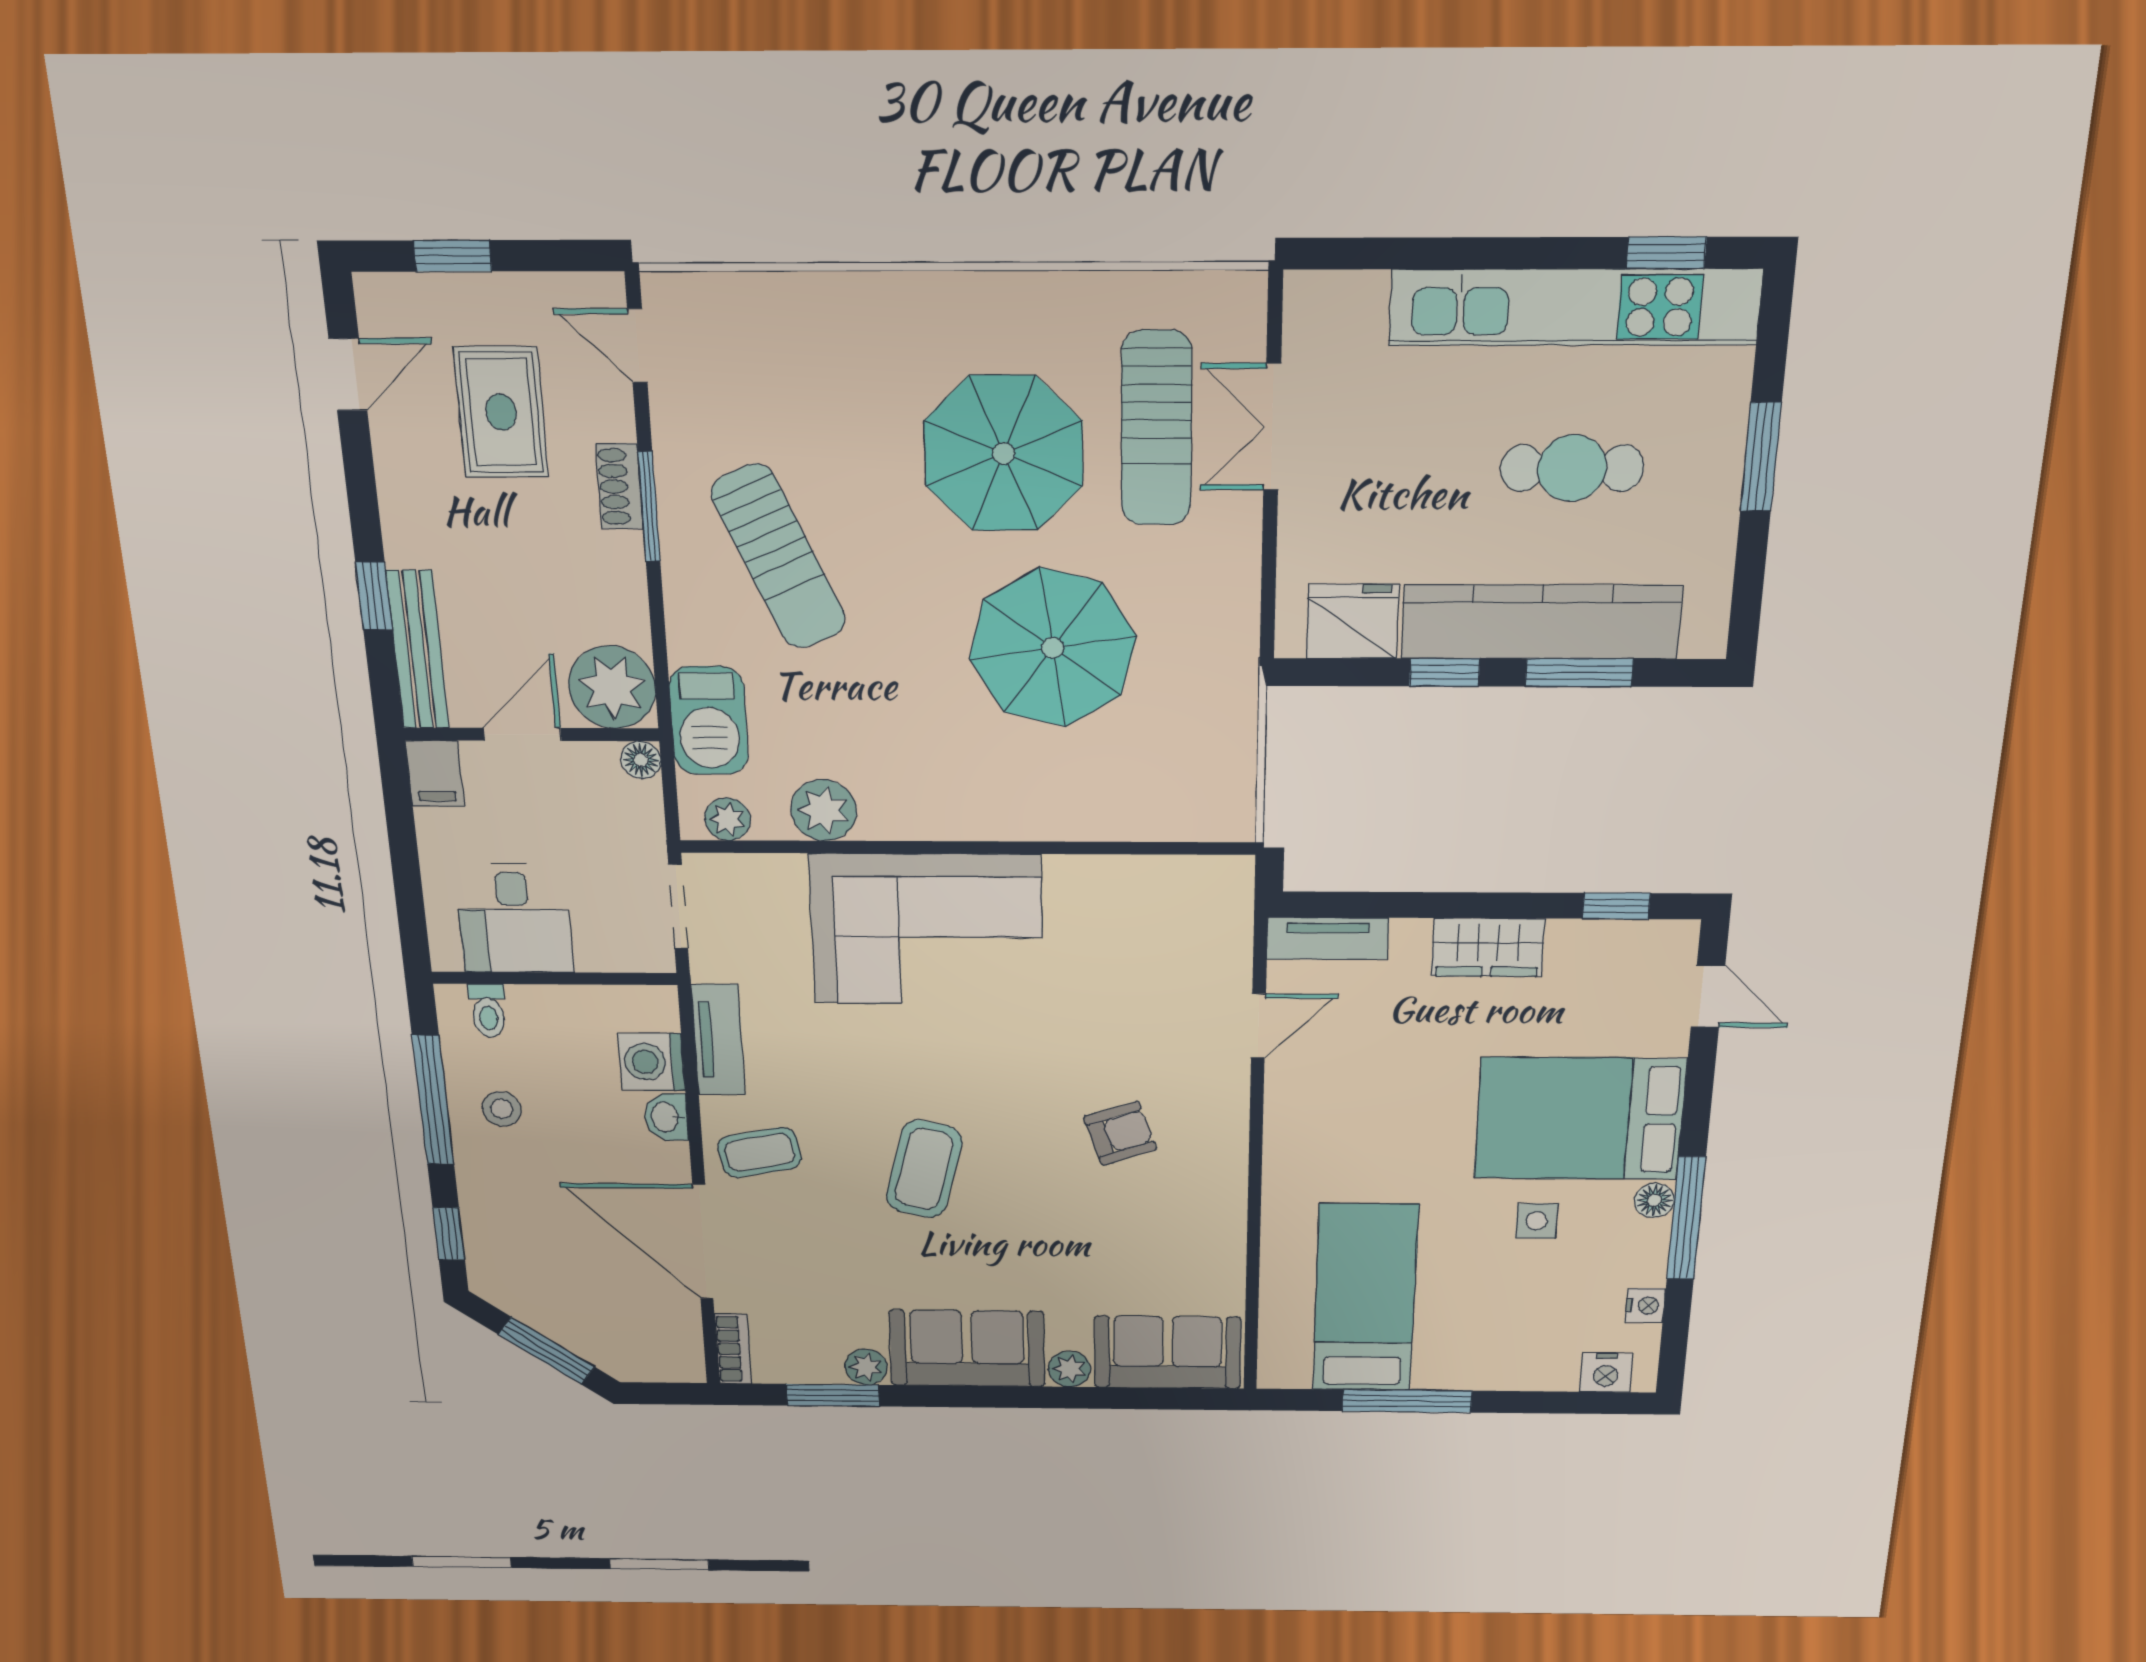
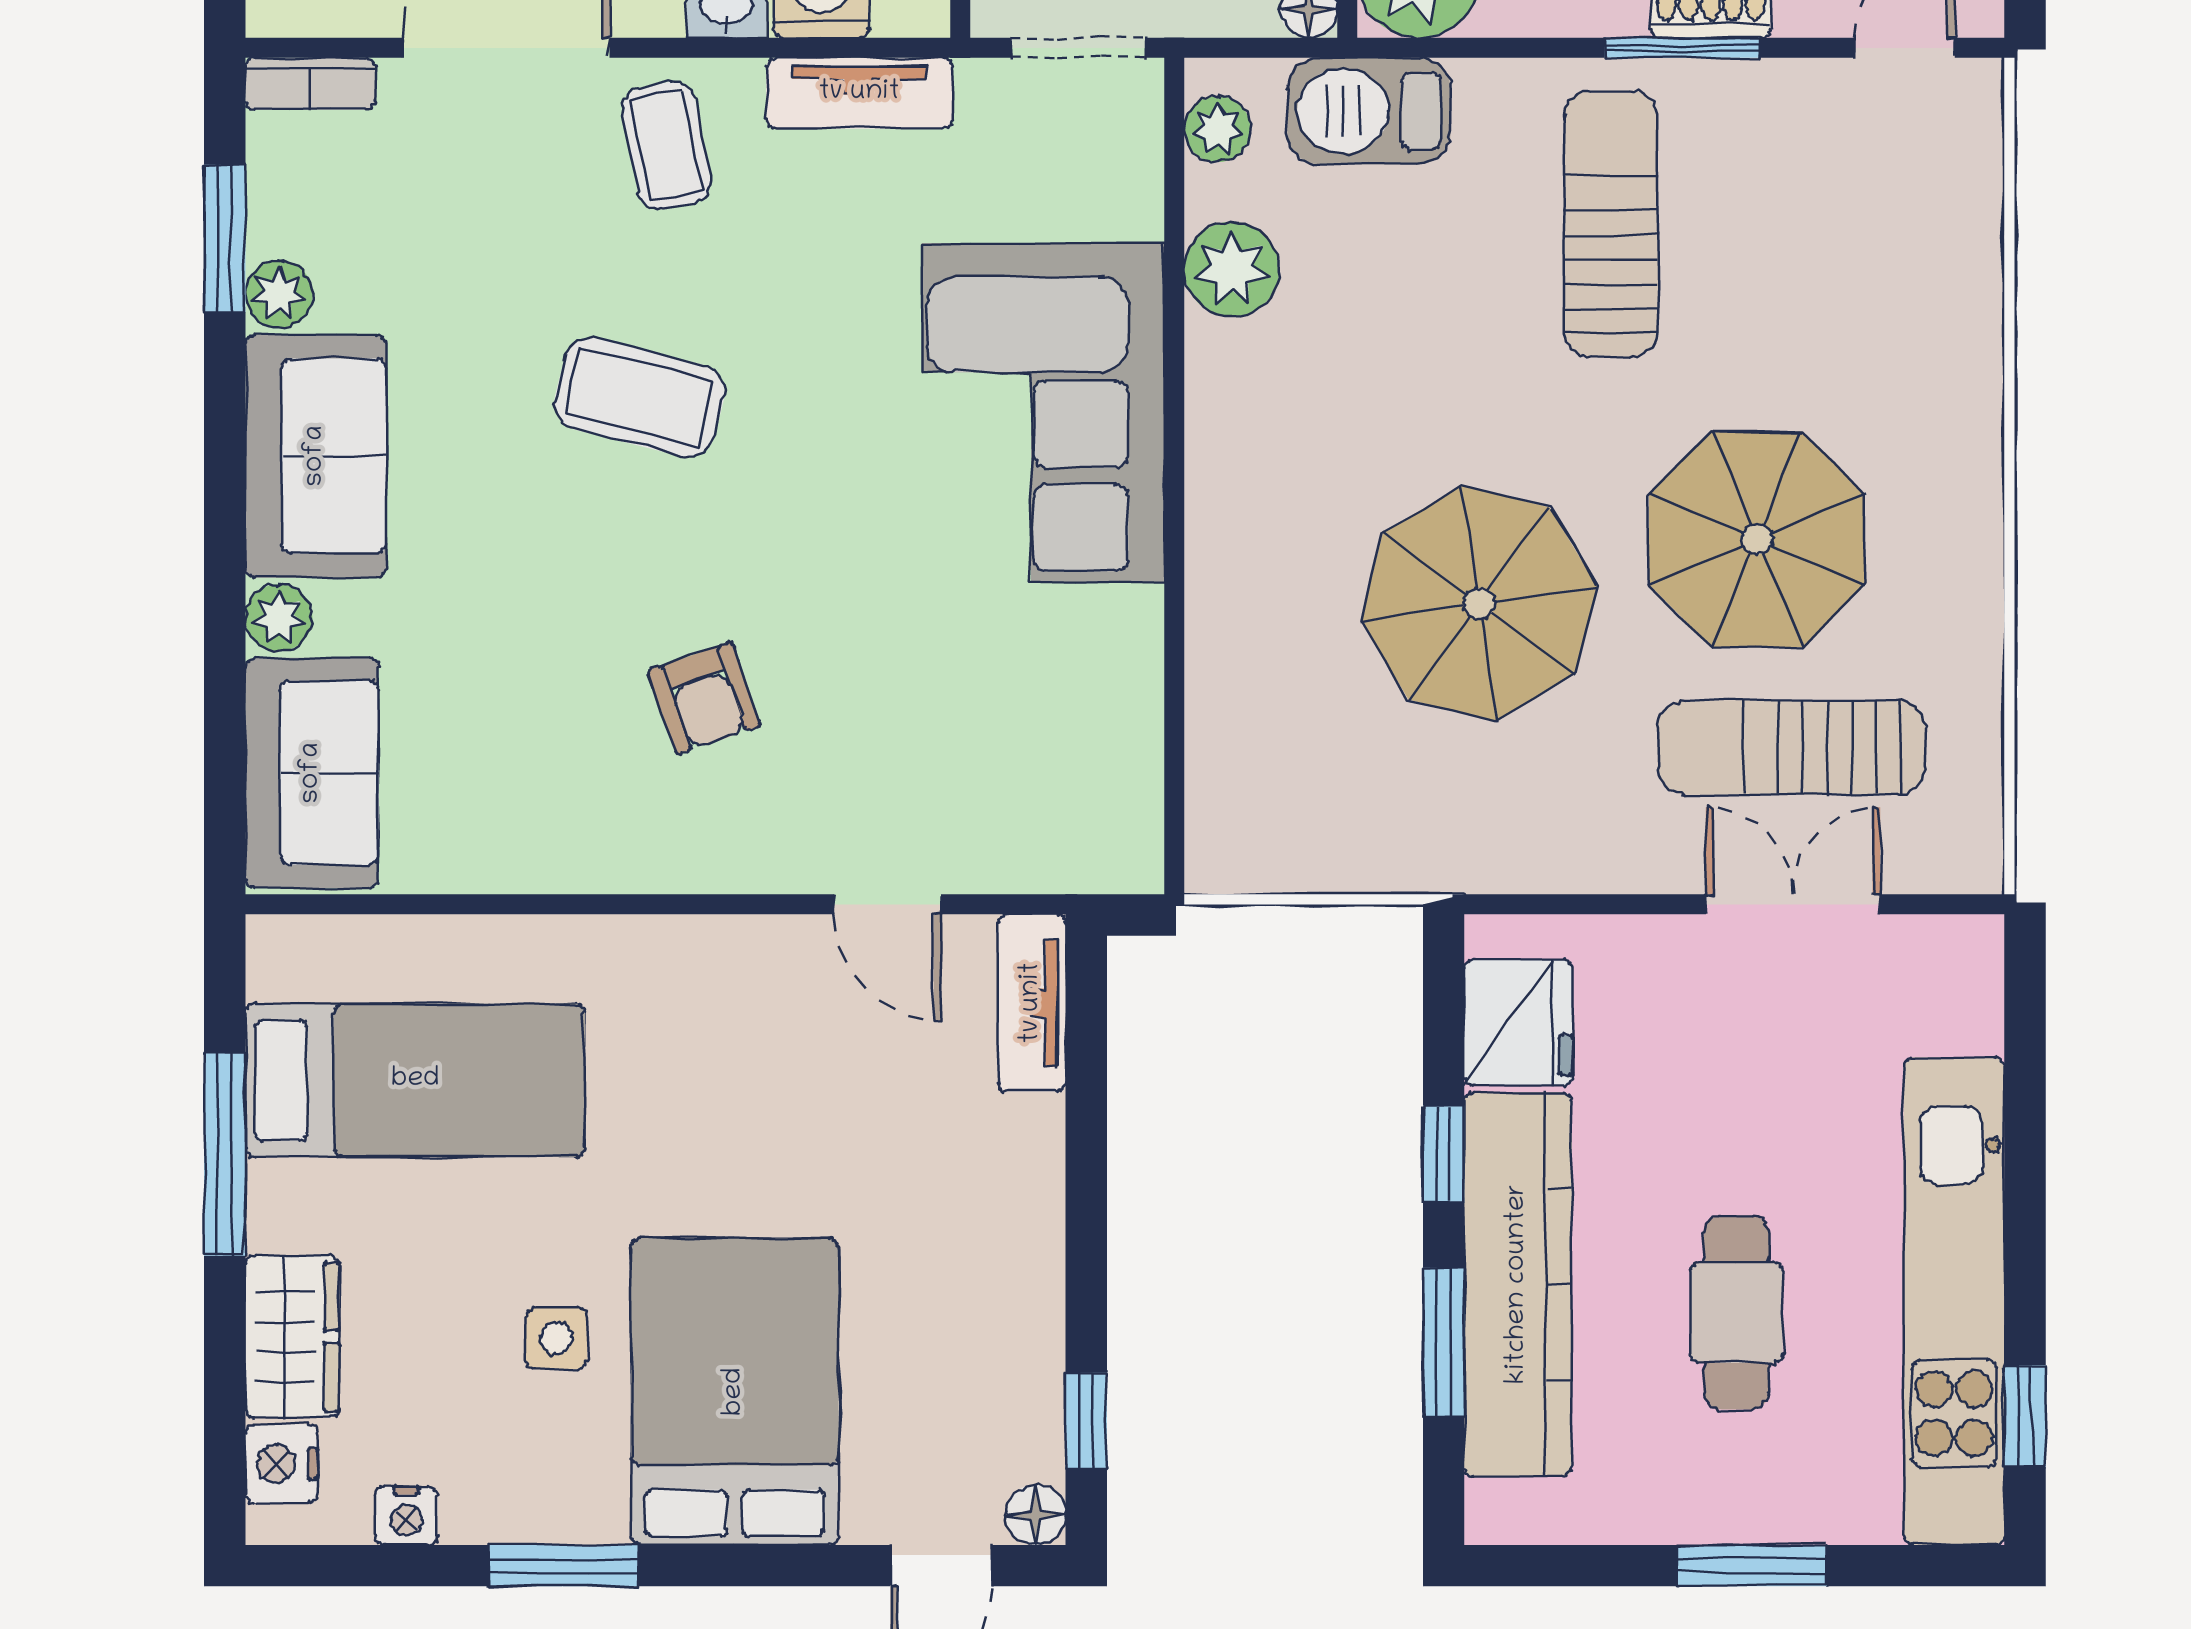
sun lounger: (779, 557) -> (1611, 224), turned 114
wardrobe: (1488, 947) -> (292, 1337), moved, turned 180
floor lamp: (1654, 1200) -> (1035, 1515), moved
window: (1686, 1218) -> (563, 1566), width x0.69

